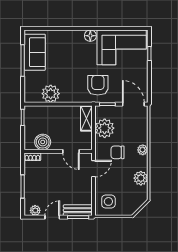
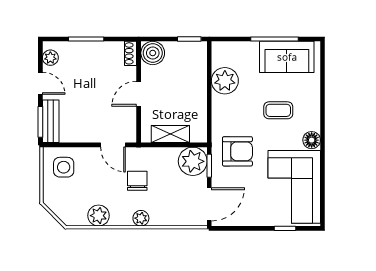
coffee table: (70, 58) -> (278, 110), added
shelving: (86, 118) -> (170, 134), moved
plant: (105, 128) -> (193, 161), moved
boiler: (43, 142) -> (153, 53), moved
door: (71, 151) -> (139, 94), moved

